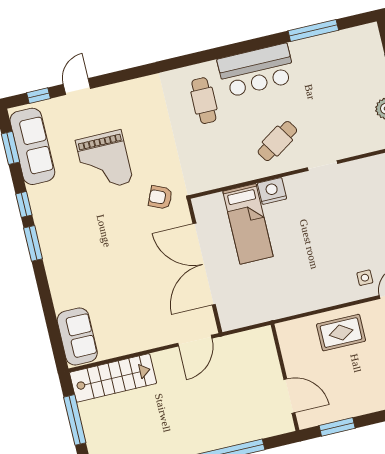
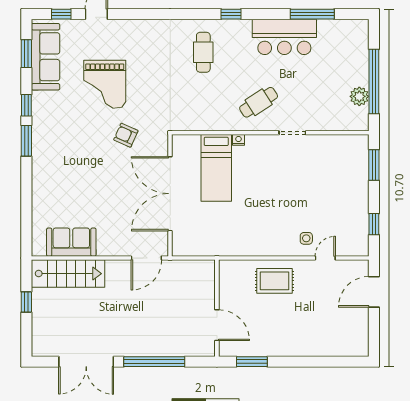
window: (224, 52) -> (231, 14), added
bar counter: (256, 70) -> (284, 37), moved
nightstand: (272, 191) -> (238, 140), width x0.53, depth x0.56
armchair: (160, 197) -> (126, 135), moved
sofa: (77, 337) -> (71, 242), moved, turned -90
window: (75, 420) -> (26, 302), width x0.46

